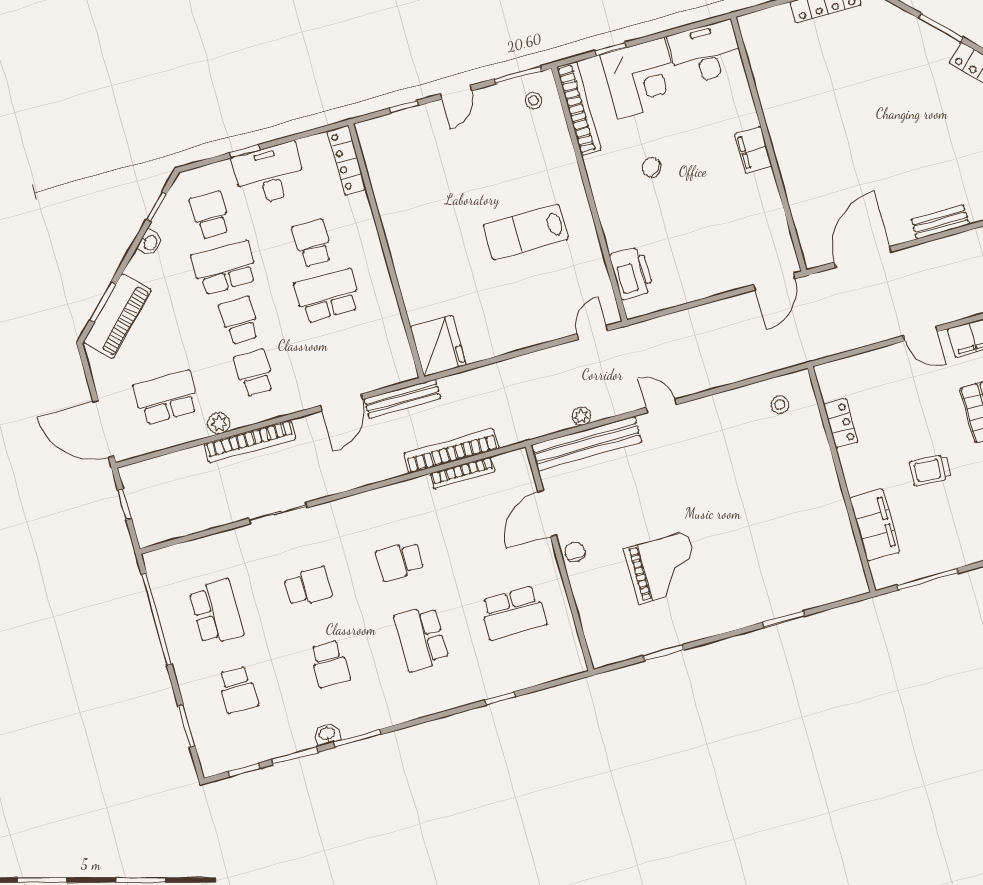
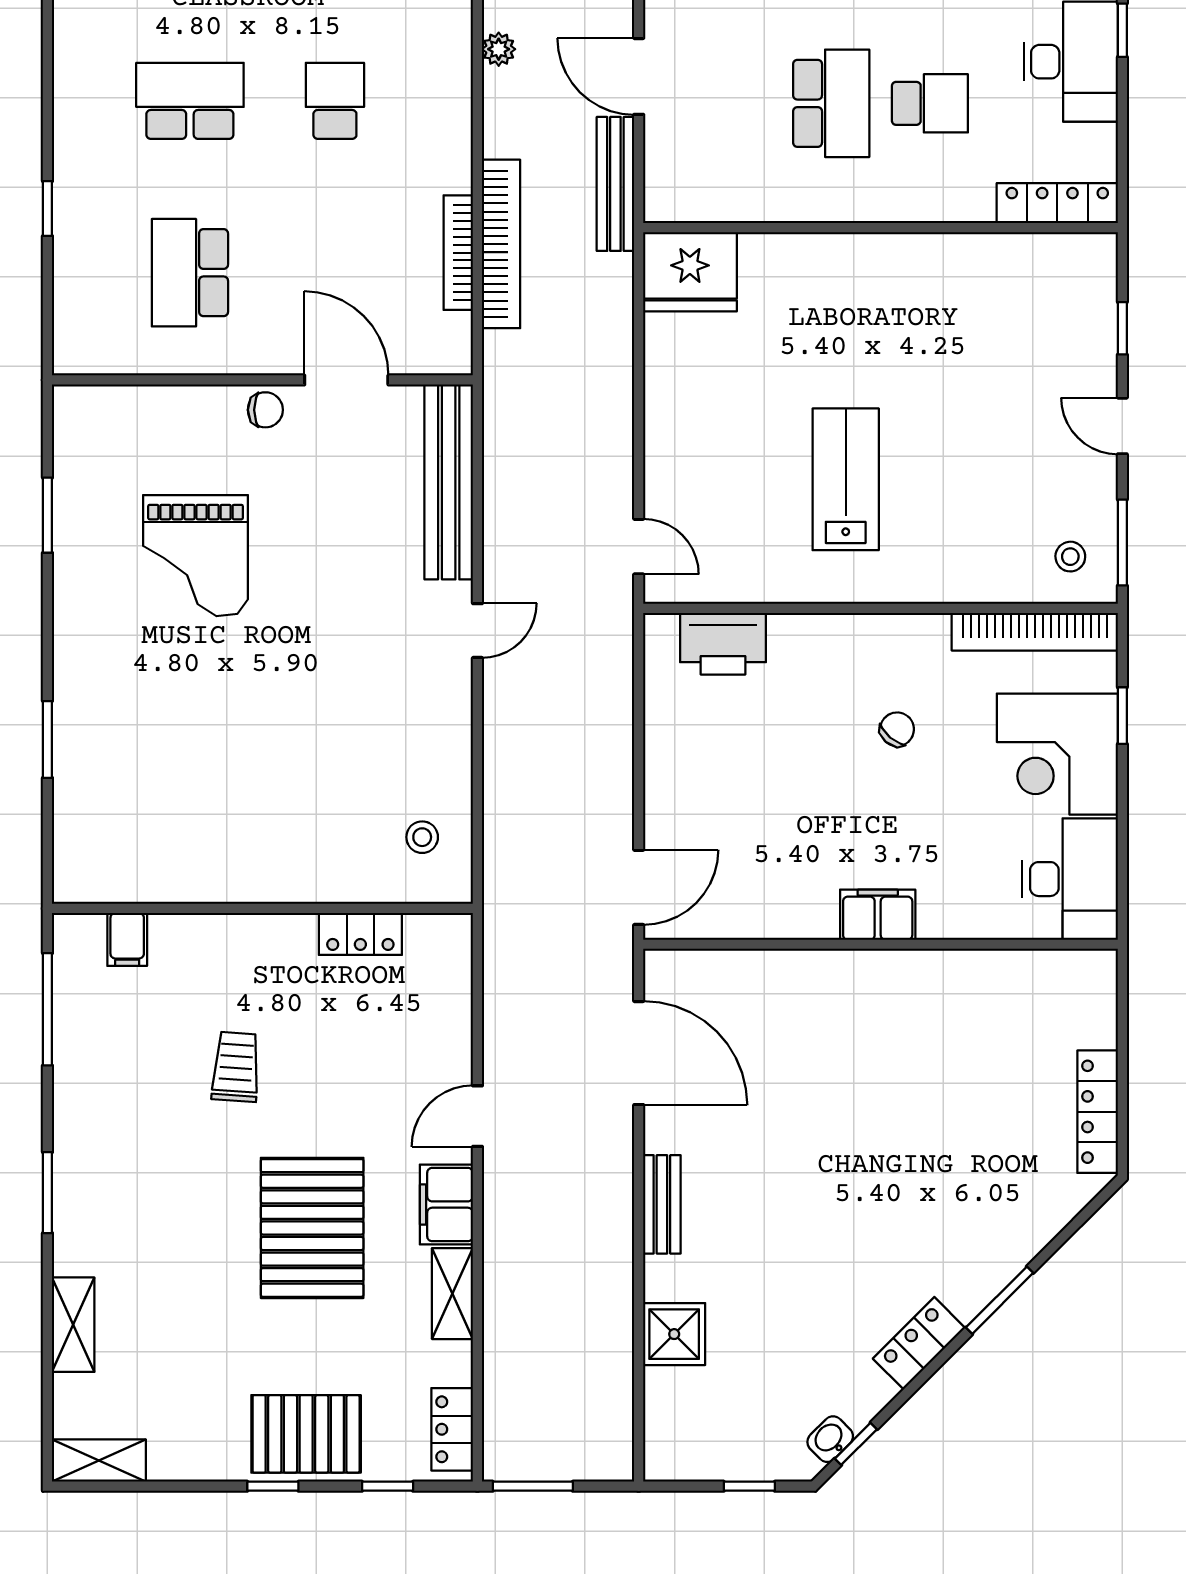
door: (774, 282) -> (639, 887), swing flipped
plant: (581, 416) -> (499, 49), moved
filing cabinet: (875, 525) -> (127, 939), width x0.33, depth x0.86

